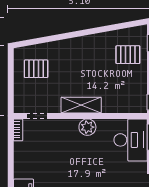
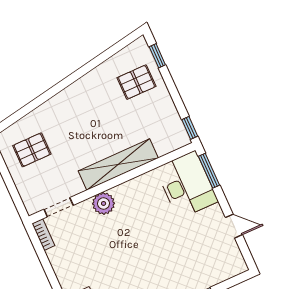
shelving: (81, 105) -> (118, 164), width x1.47
plant: (87, 127) -> (104, 203), moved

